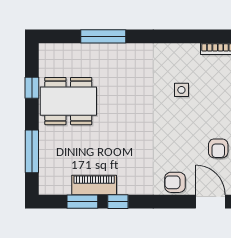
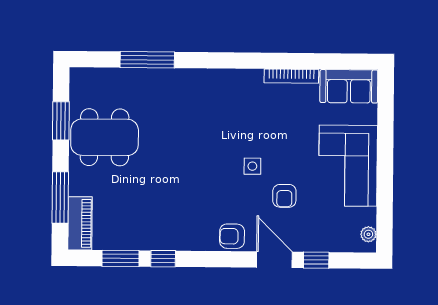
window: (32, 88) -> (61, 121), width x1.50
side table: (181, 90) -> (252, 166), moved
piano: (94, 185) -> (80, 223), moved, turned 90

